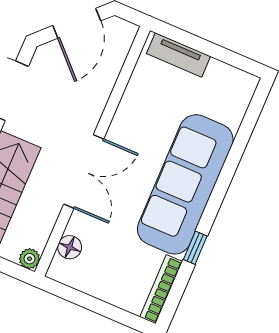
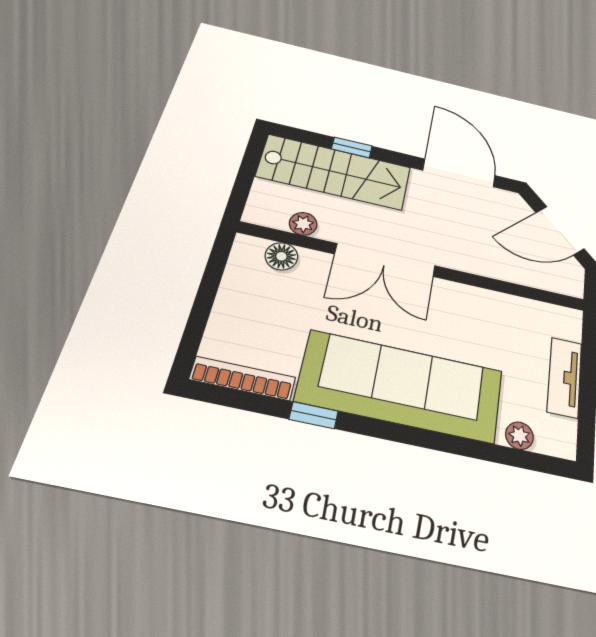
tv unit: (178, 55) -> (565, 377), moved
plant: (236, 112) -> (519, 436), added
plant: (29, 259) -> (303, 224), moved

